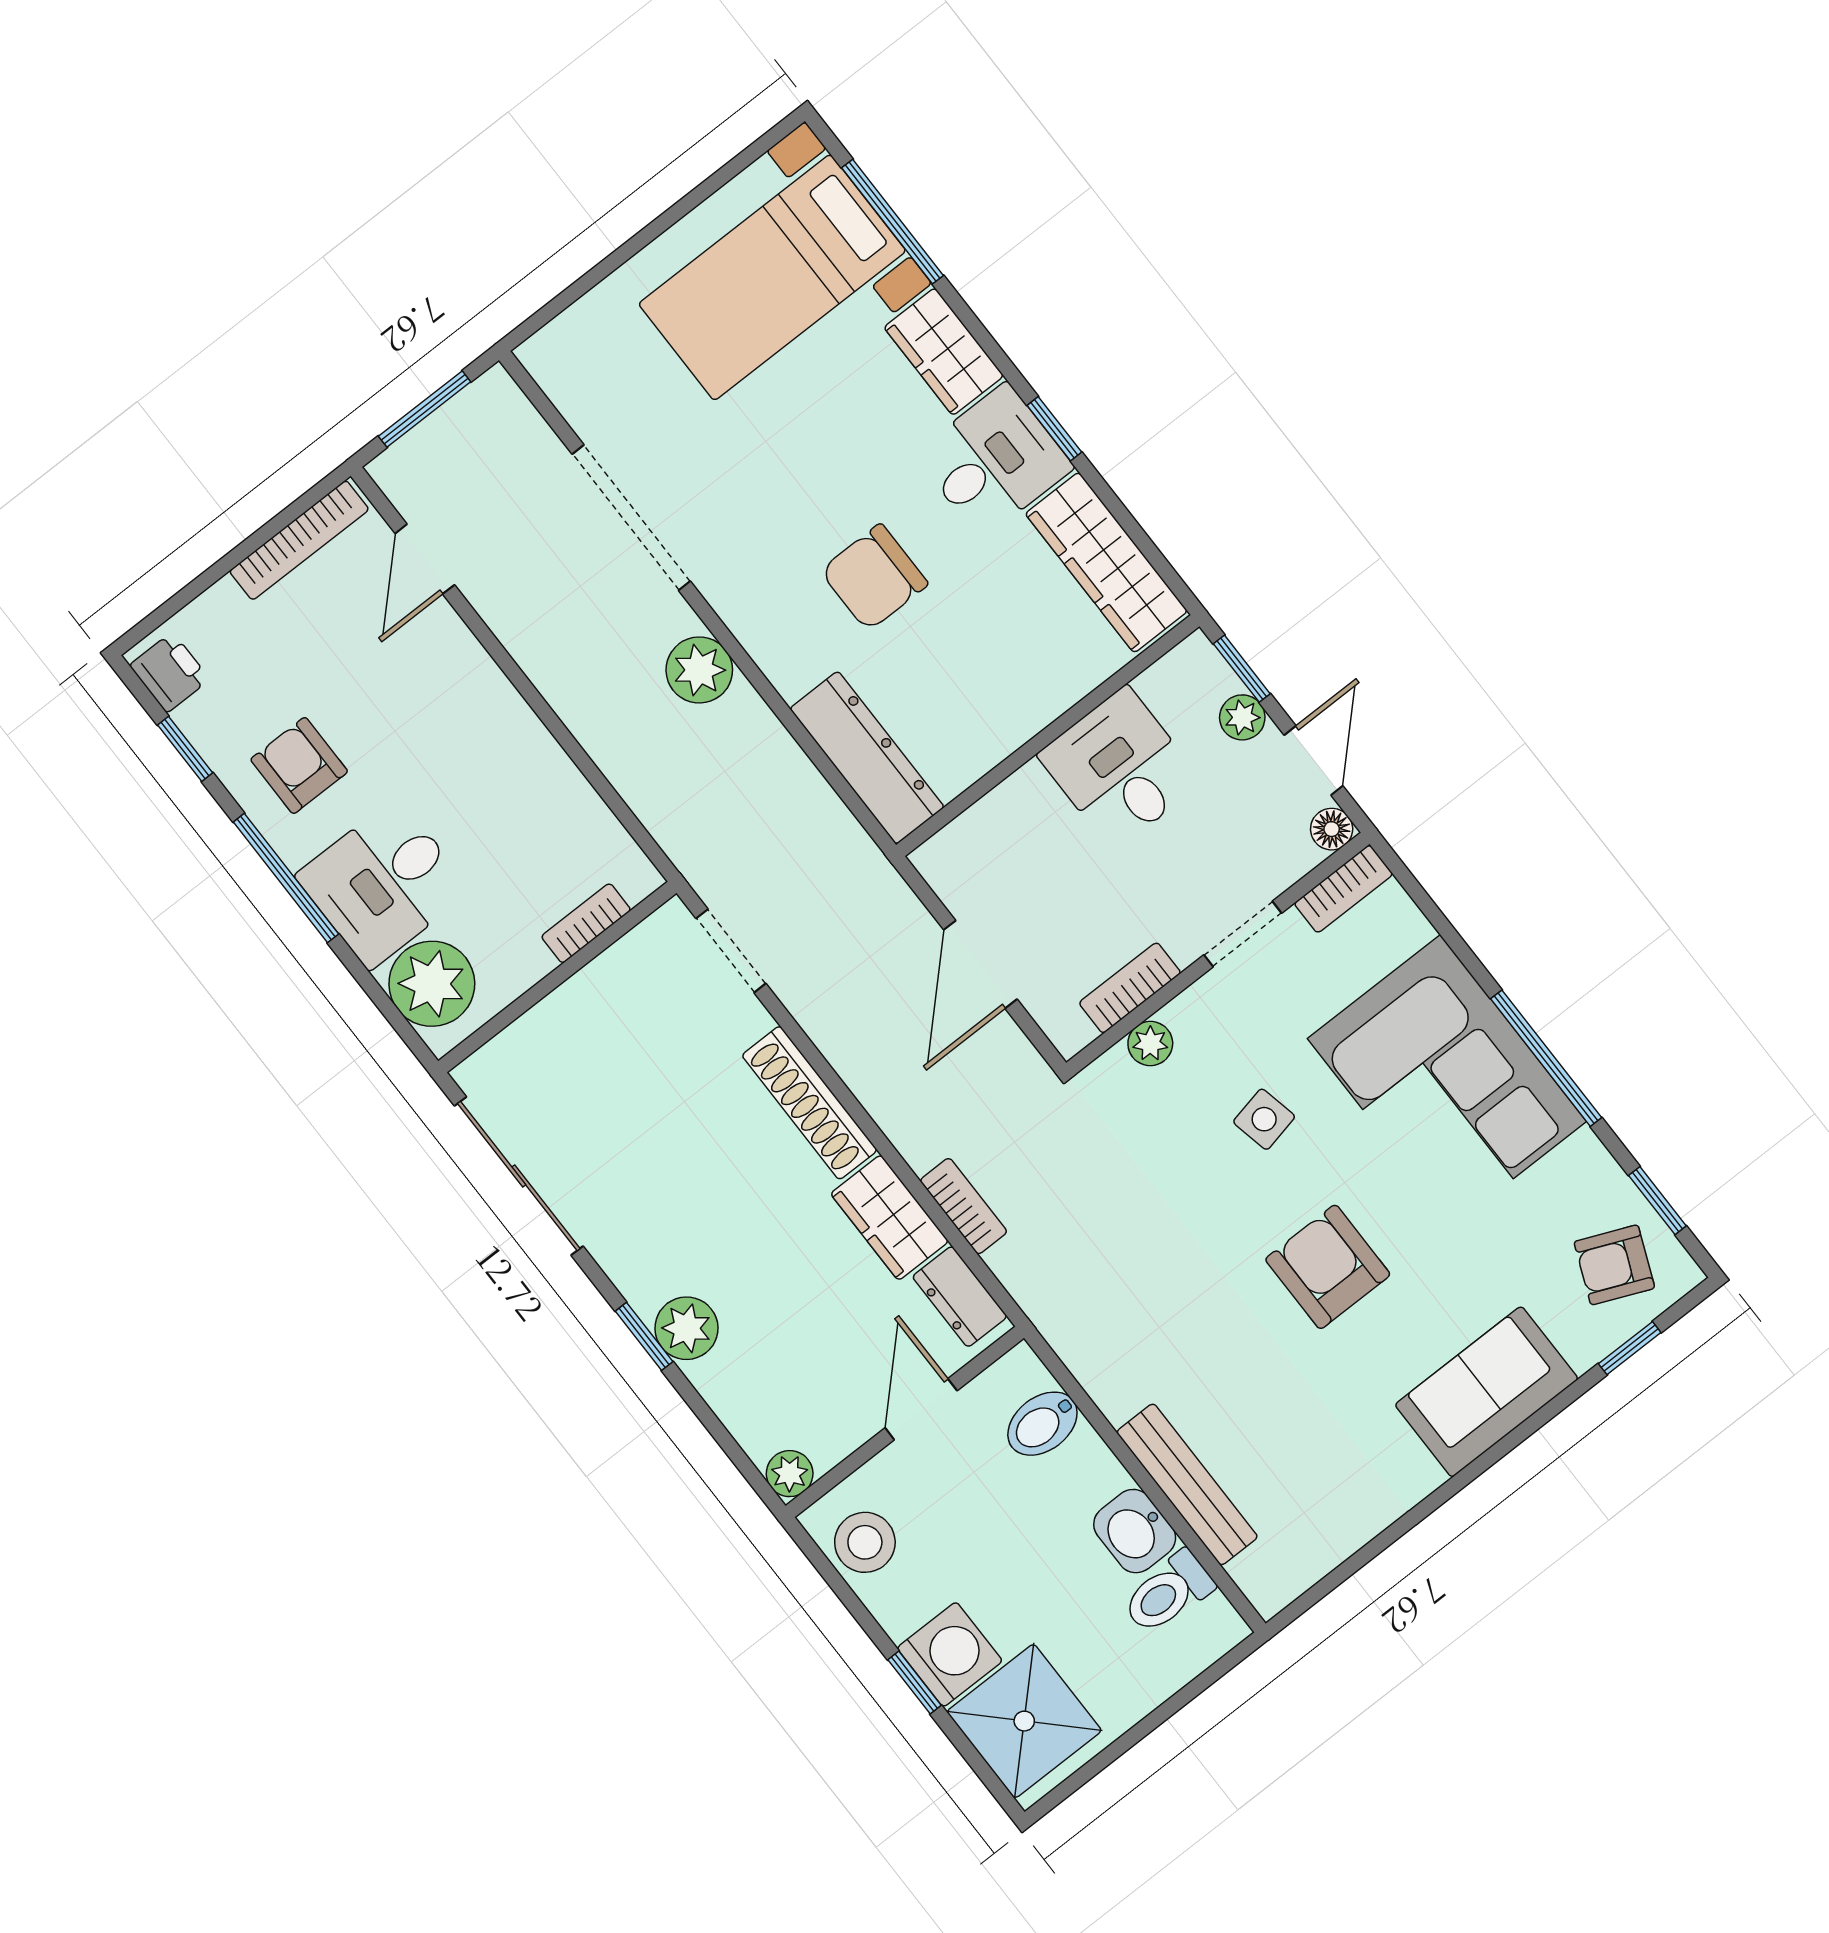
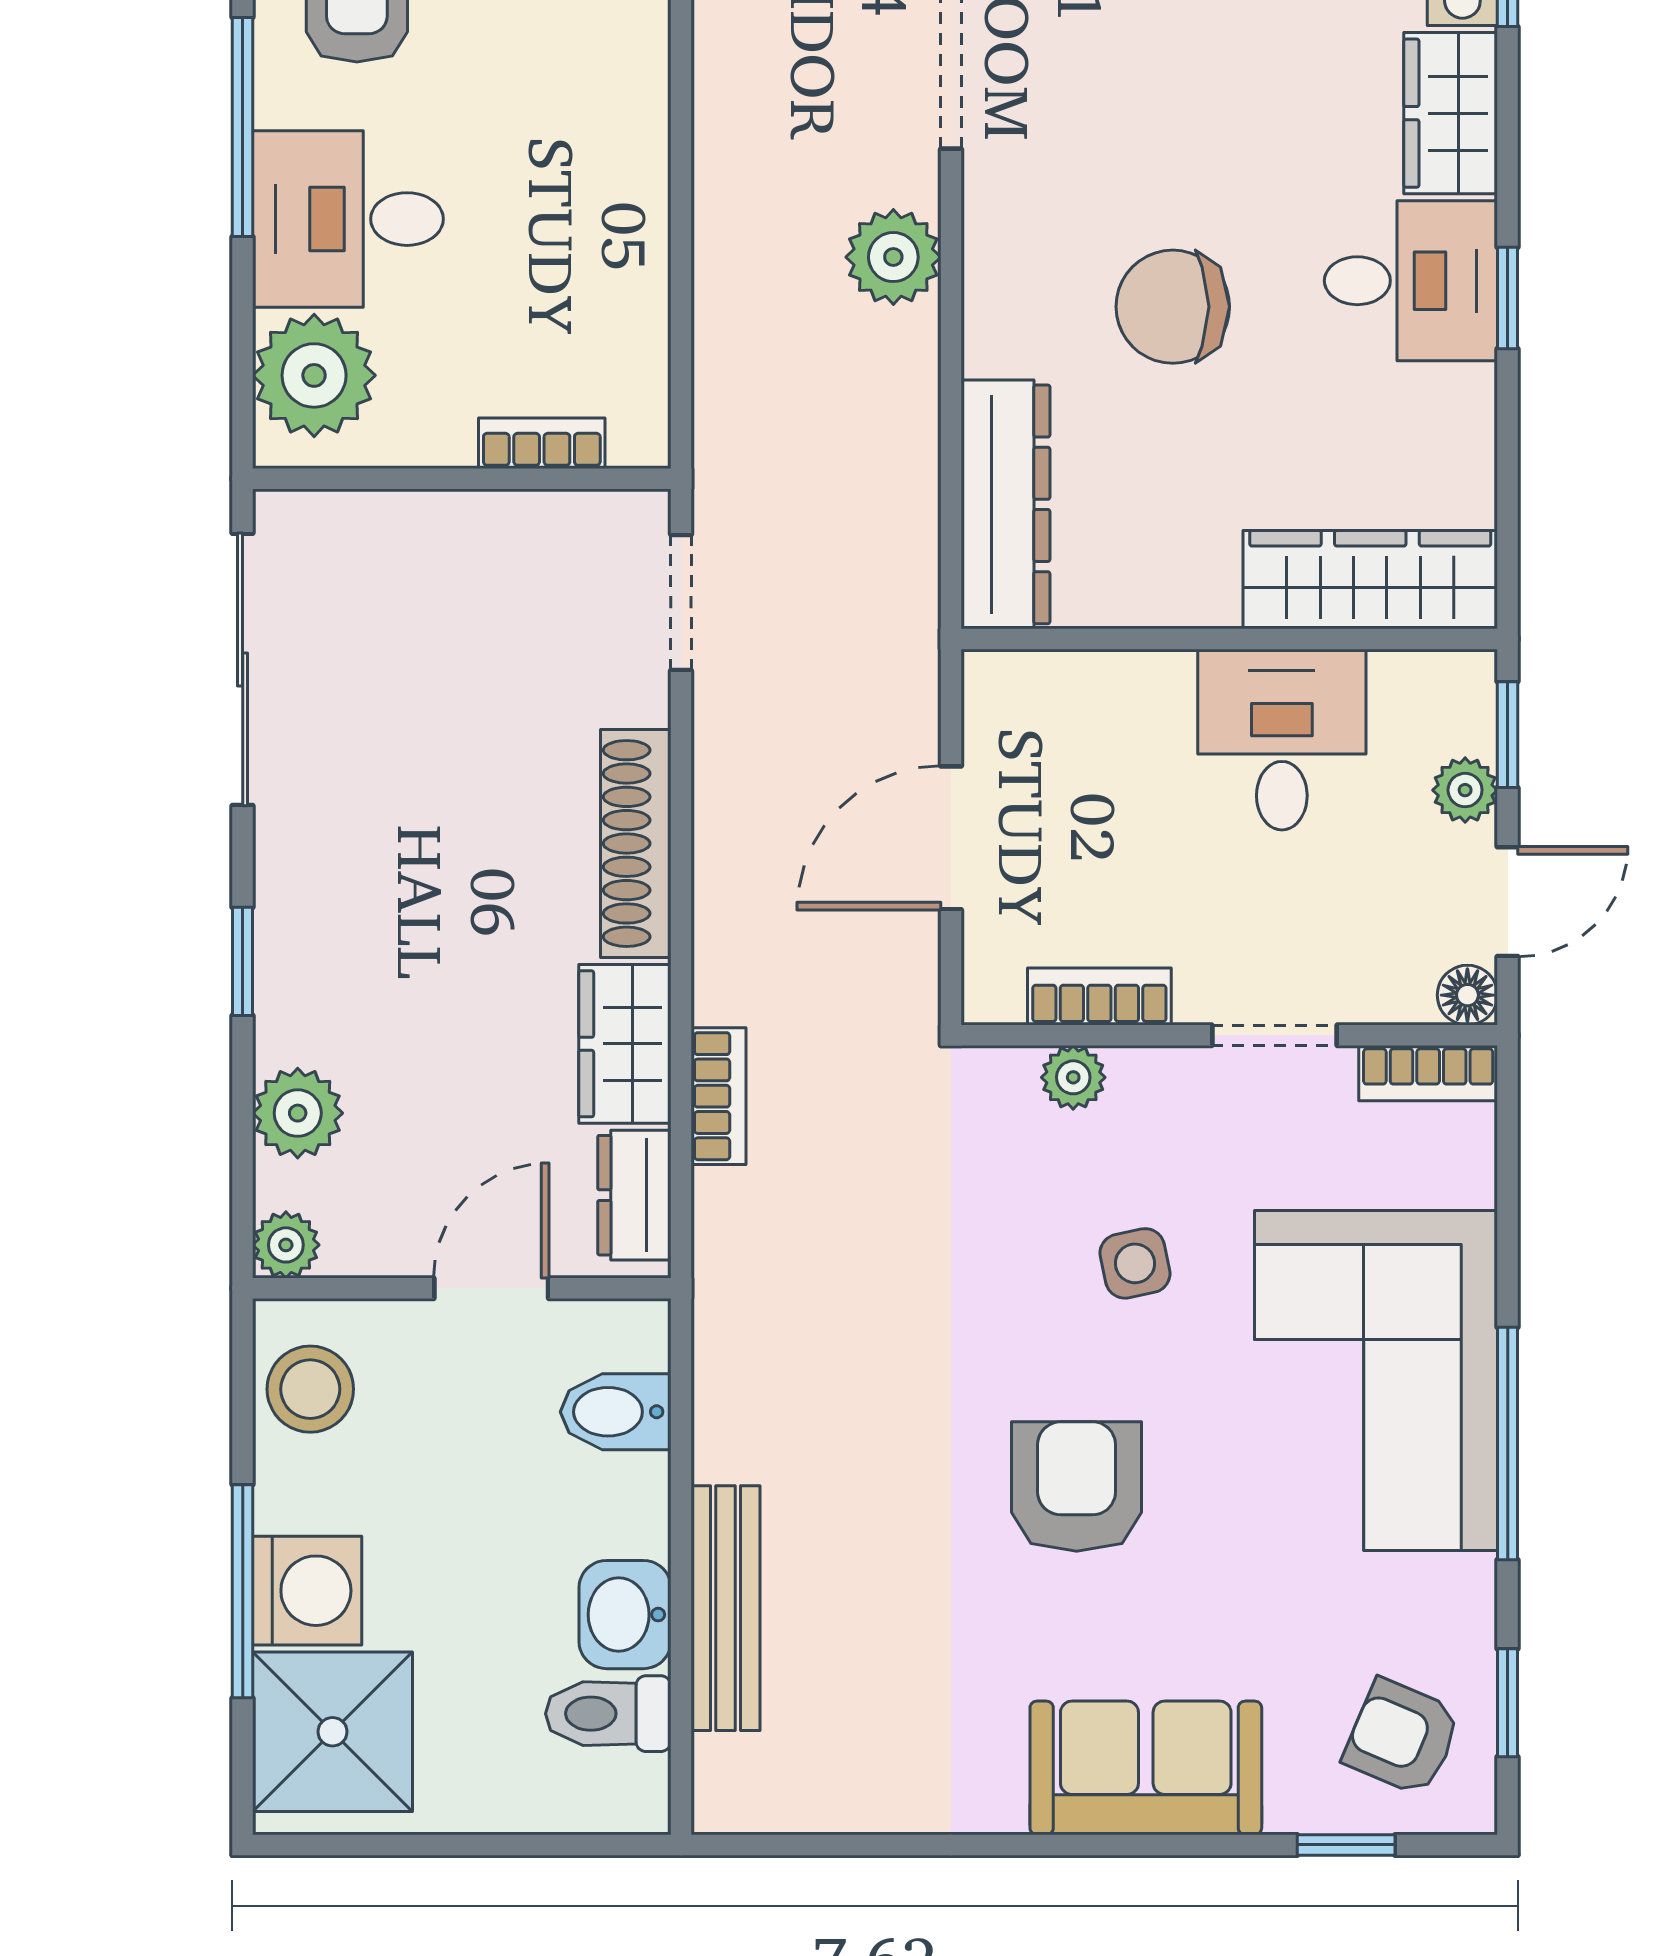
wardrobe: (1106, 562) -> (1370, 580), moved, turned 90
plant: (686, 1328) -> (298, 1113), moved
window: (914, 1682) -> (243, 1591), width x2.17

